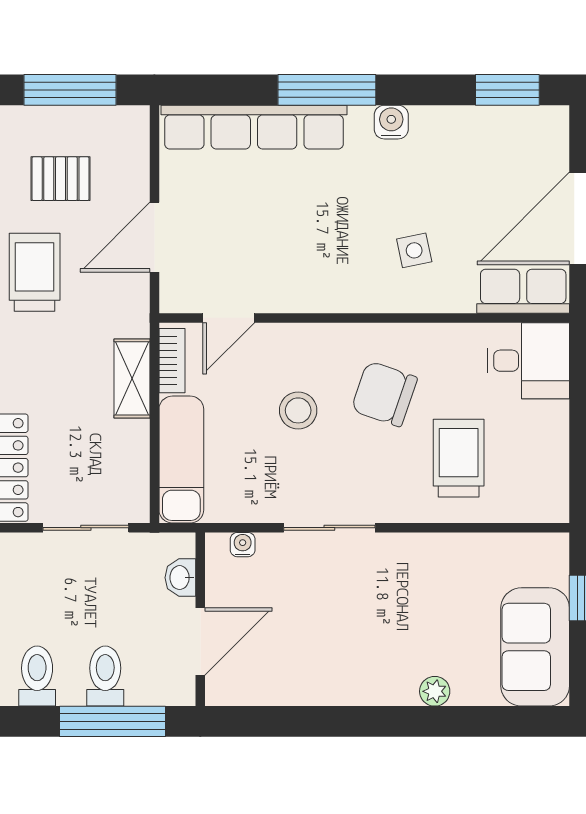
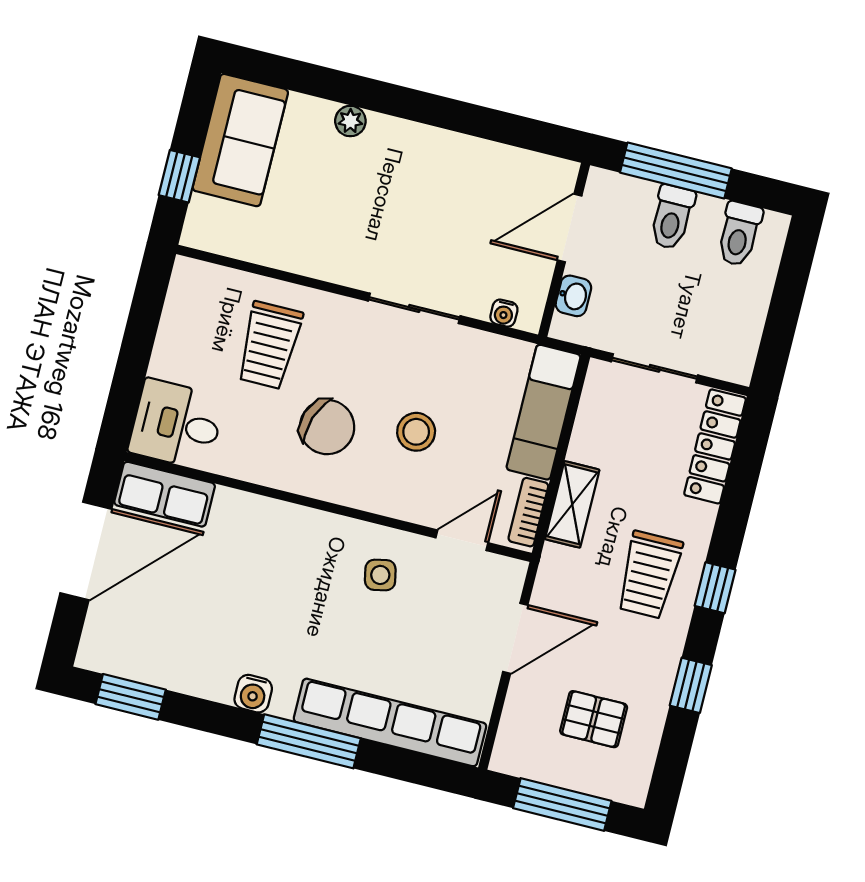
side table: (414, 250) -> (380, 575), moved
trolley: (35, 272) -> (649, 575), moved

